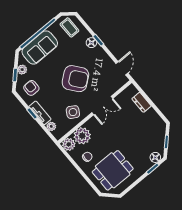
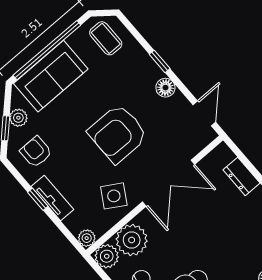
floor lamp: (91, 43) -> (165, 88), moved
armchair: (75, 79) -> (118, 134), turned 128
double door: (102, 106) -> (168, 183), width x1.37
plant: (51, 126) -> (87, 238), moved

